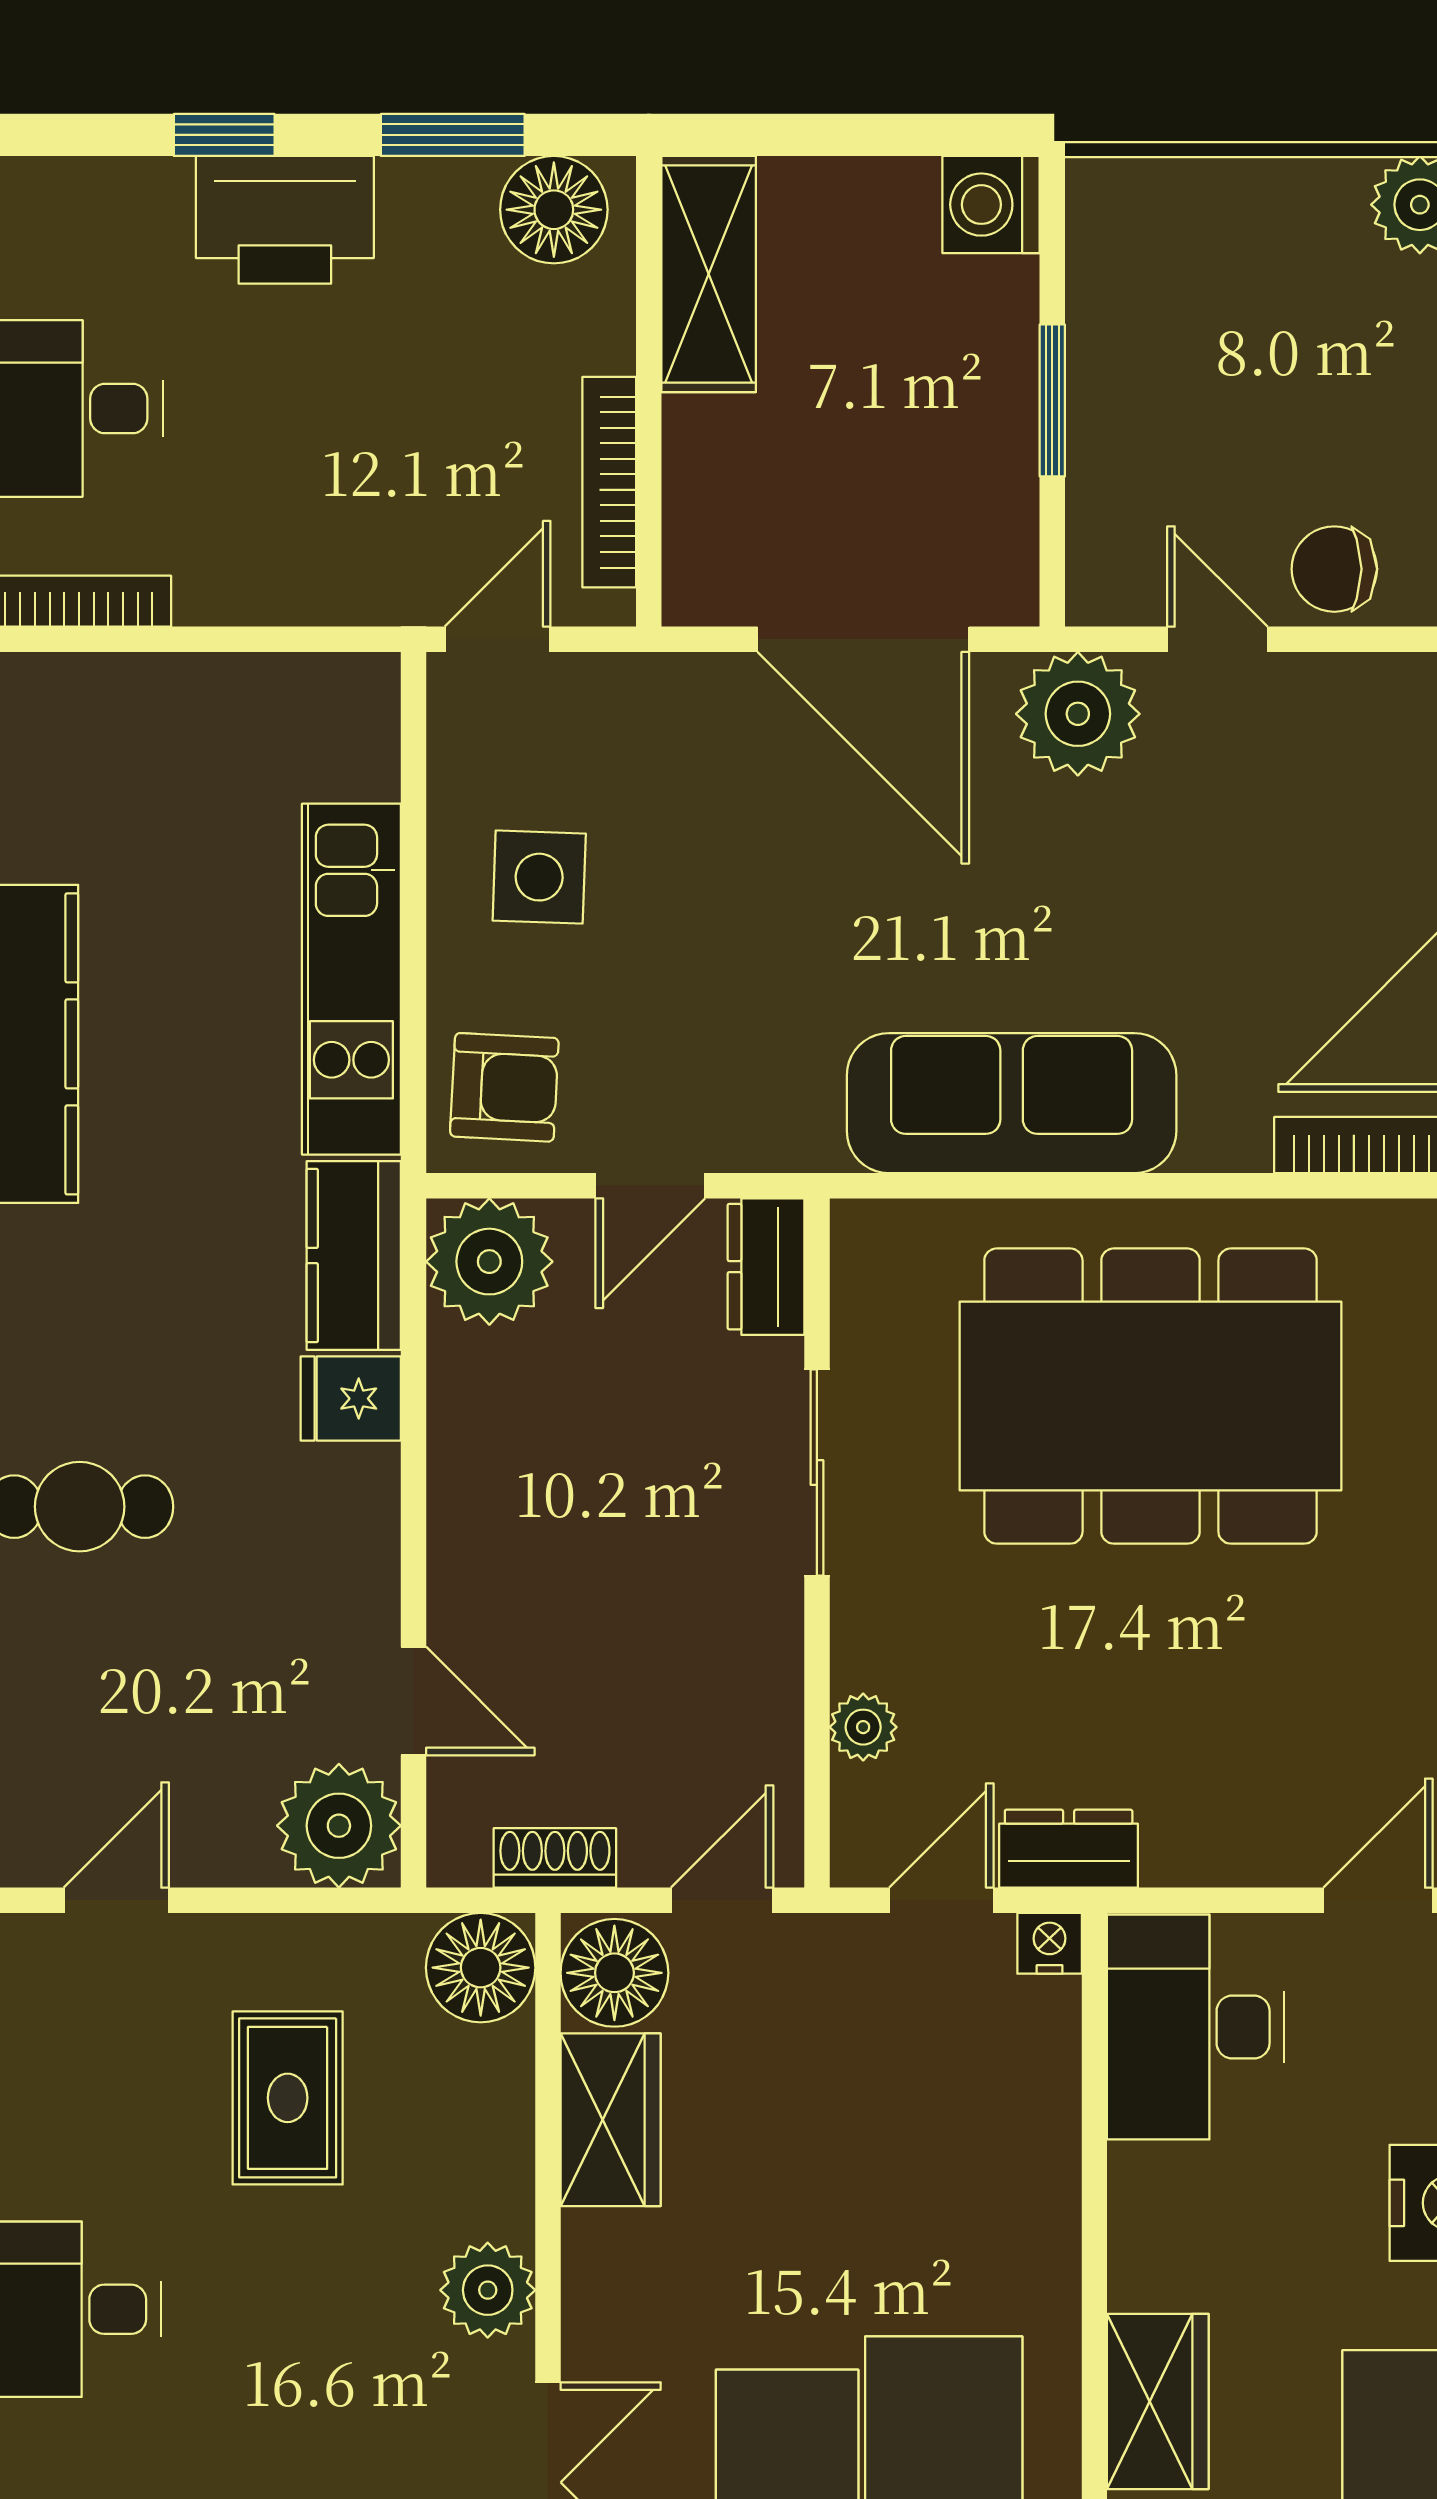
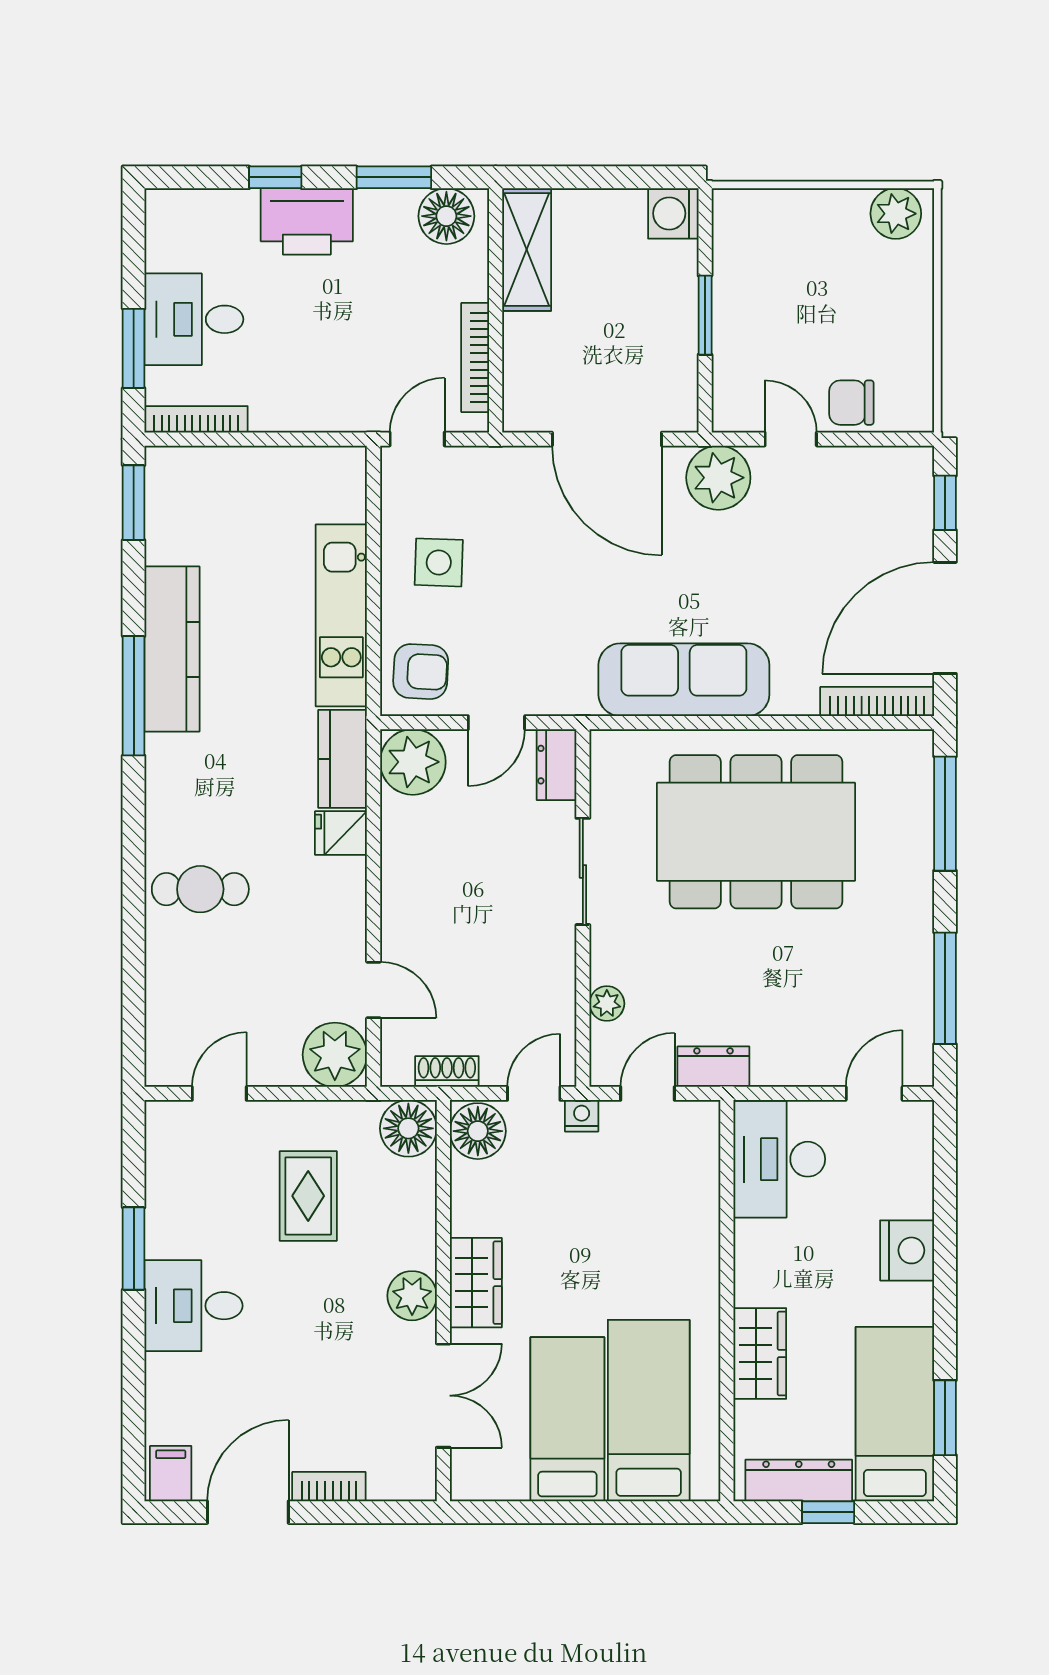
nightstand: (1050, 1943) -> (582, 1116), moved
wardrobe: (611, 2120) -> (476, 1283), moved

